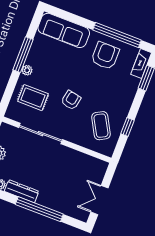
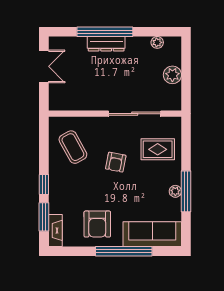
window: (117, 35) -> (124, 251), moved
plant: (27, 70) -> (175, 191), moved
window: (127, 127) -> (44, 184), moved
dresser: (22, 191) -> (106, 44), moved

